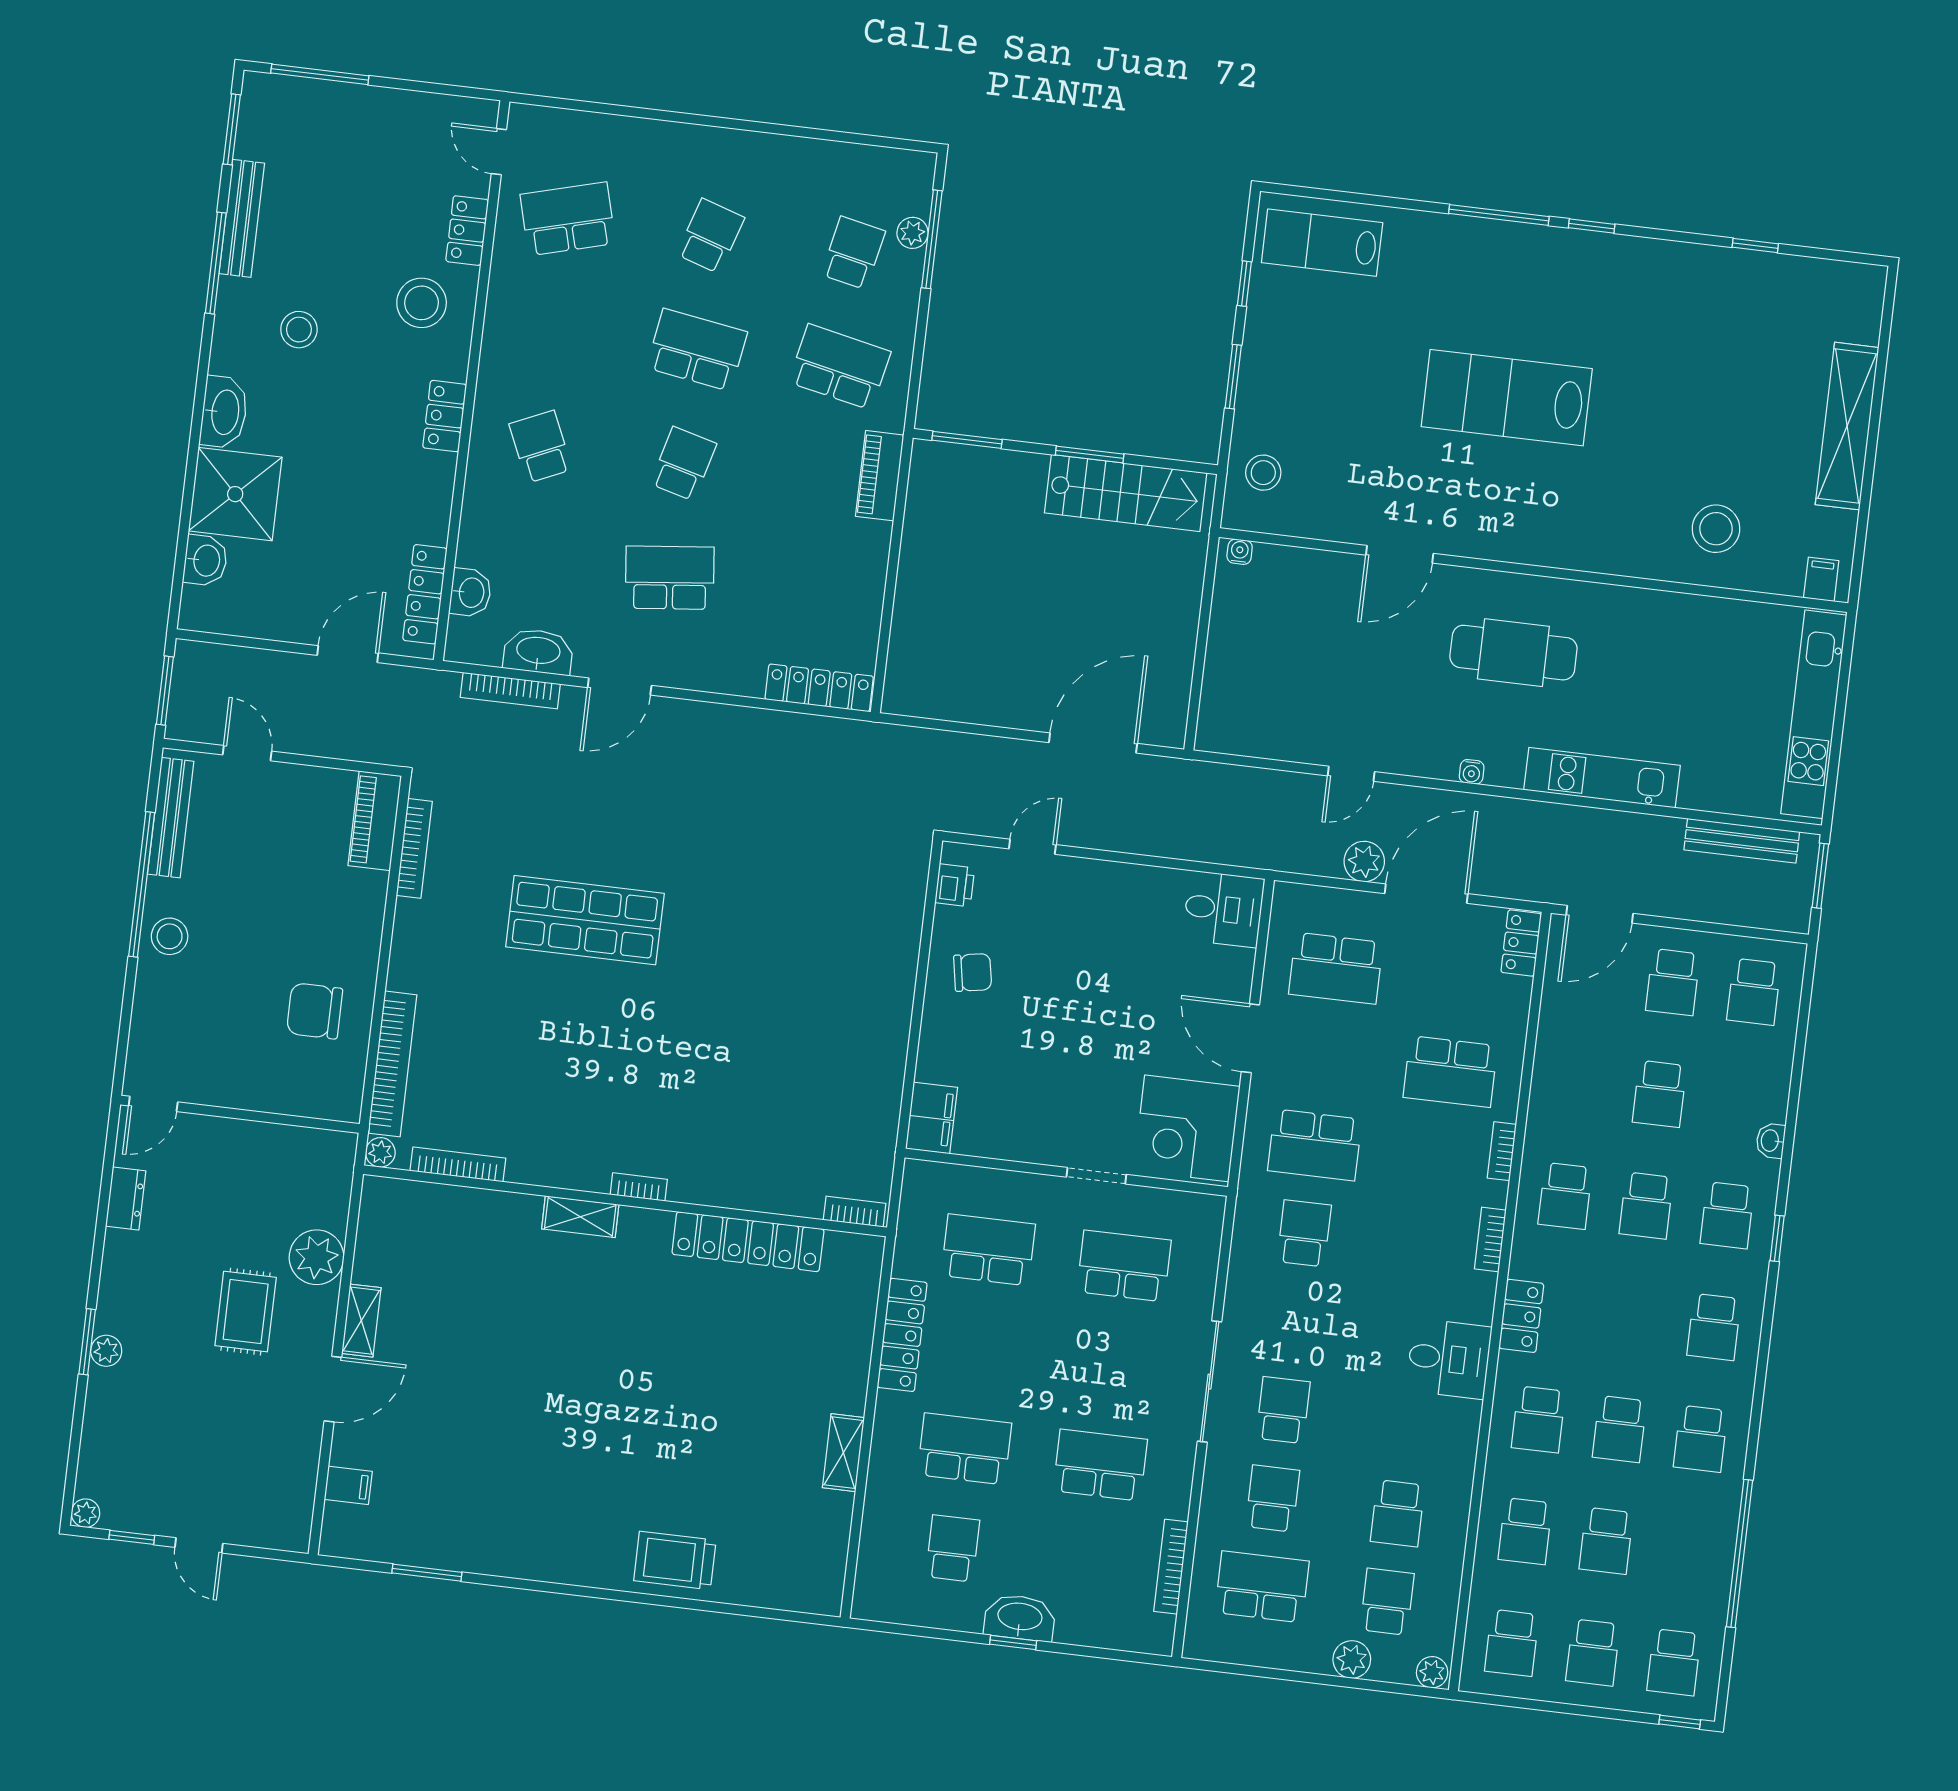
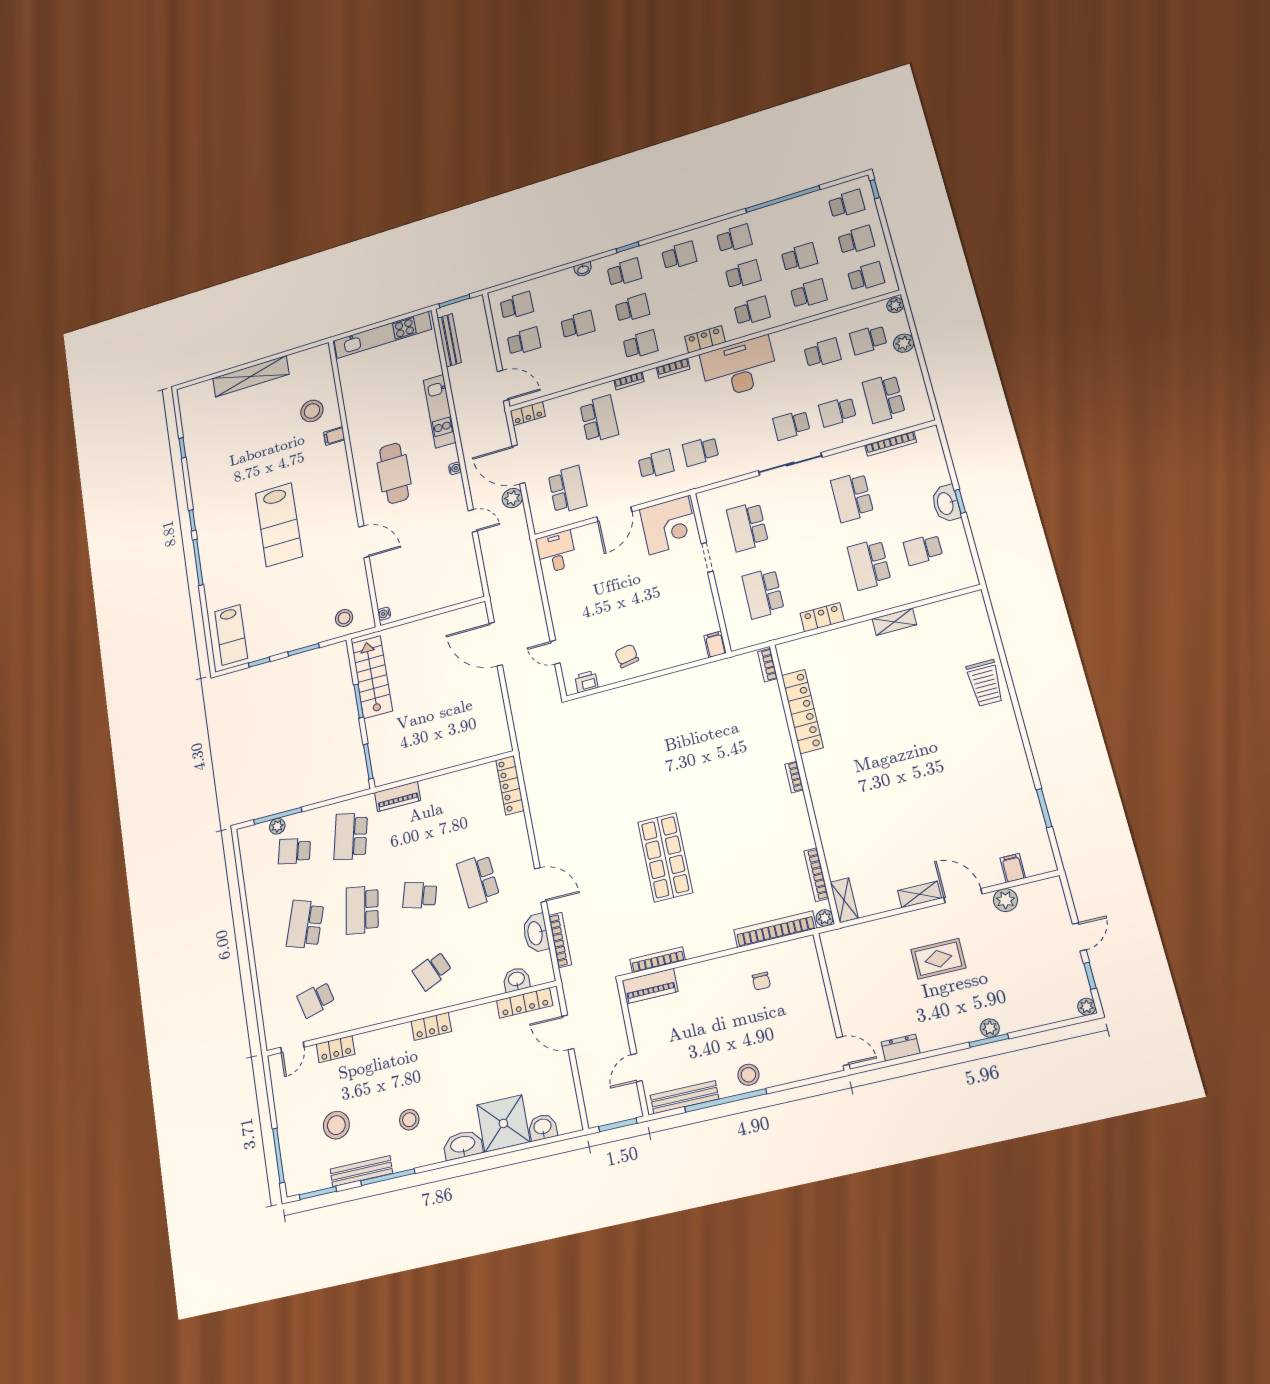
school desk: (568, 219) -> (316, 999), width x0.54
school desk: (711, 236) -> (305, 924), width x1.85
stool: (422, 303) -> (336, 1125), moved
filing cabinet: (1821, 579) -> (334, 436), moved
chair: (315, 1011) -> (761, 981), width x0.54, depth x0.54
filing cabinet: (932, 1118) -> (715, 644), width x0.50
school desk: (1315, 1145) -> (656, 464), width x0.54
shelving: (580, 1217) -> (844, 900), moved
plant: (317, 1257) -> (1005, 900), moved, width x0.73, depth x0.73
locker: (902, 1335) -> (822, 617), width x0.66
desk: (1449, 1359) -> (739, 367), width x1.87, depth x1.30

